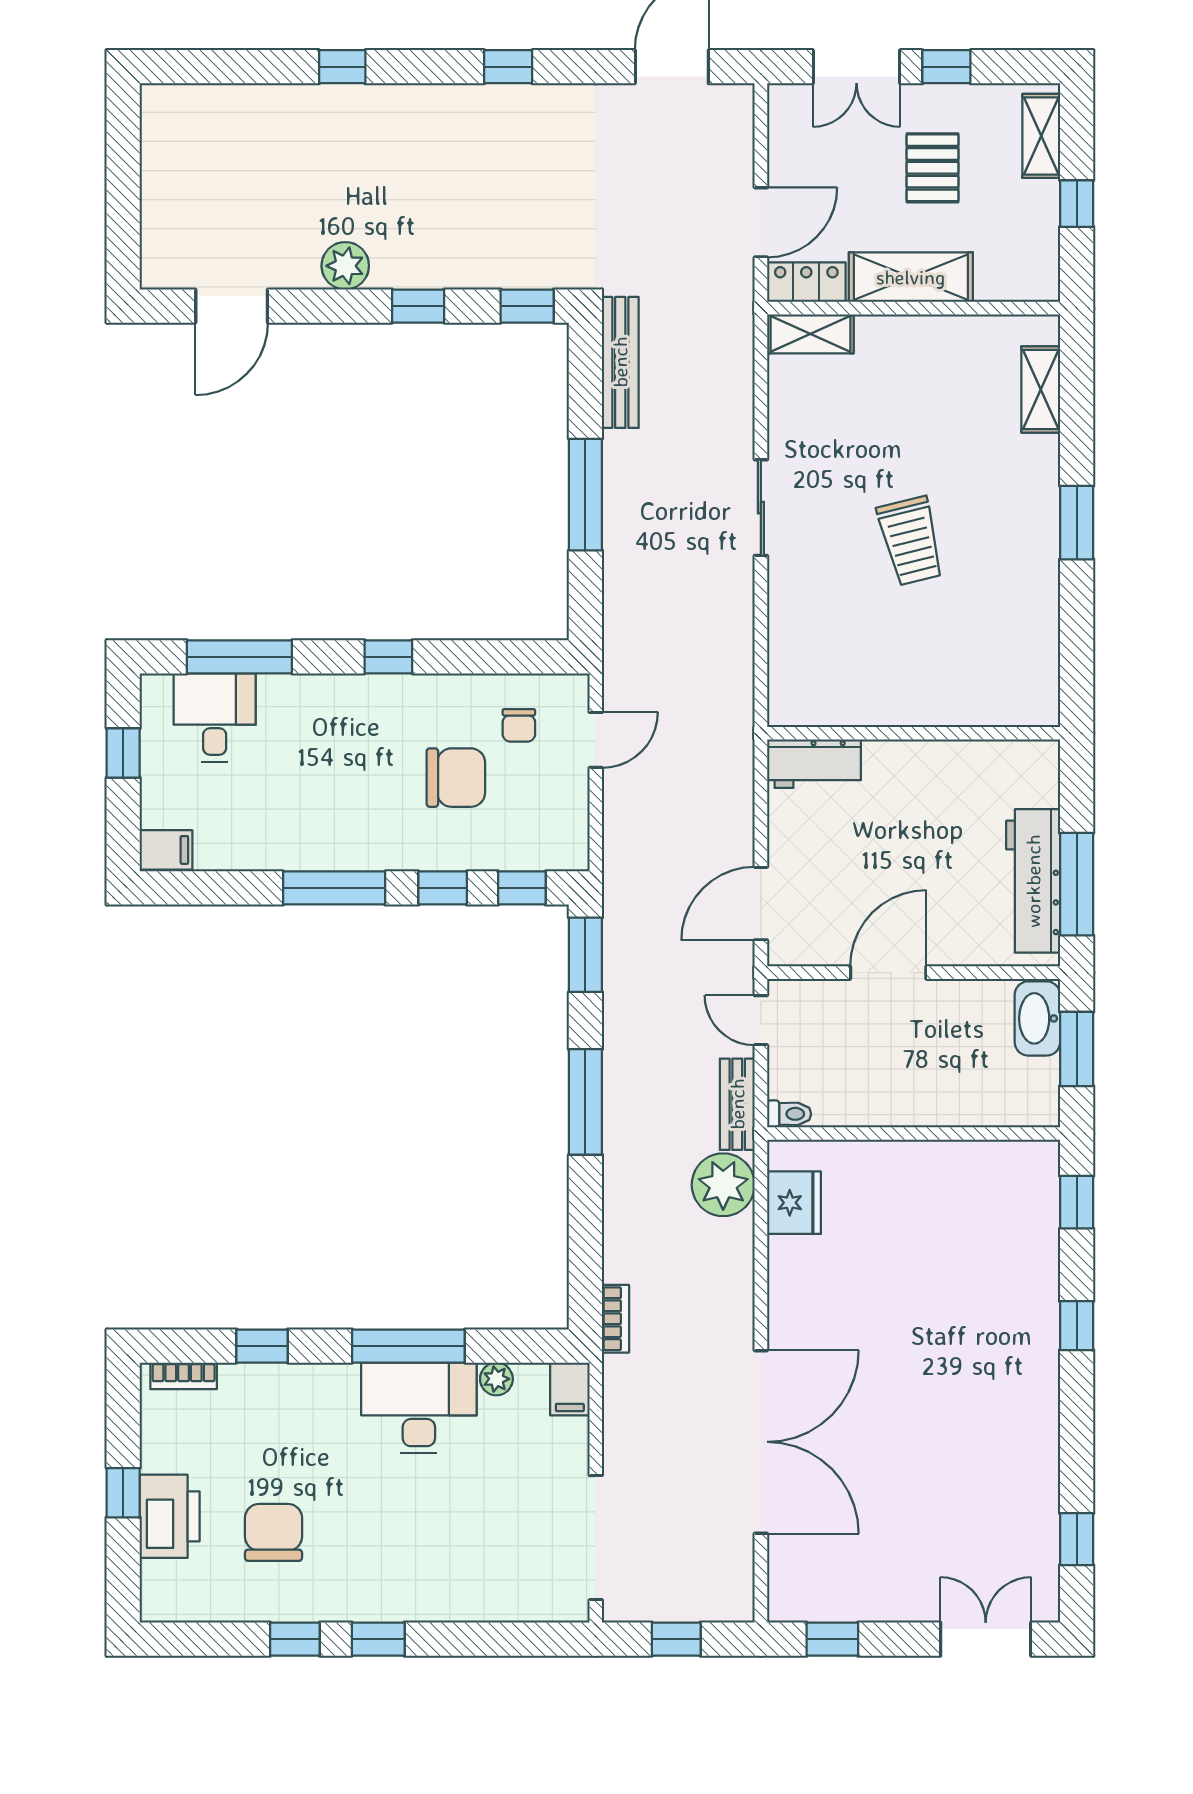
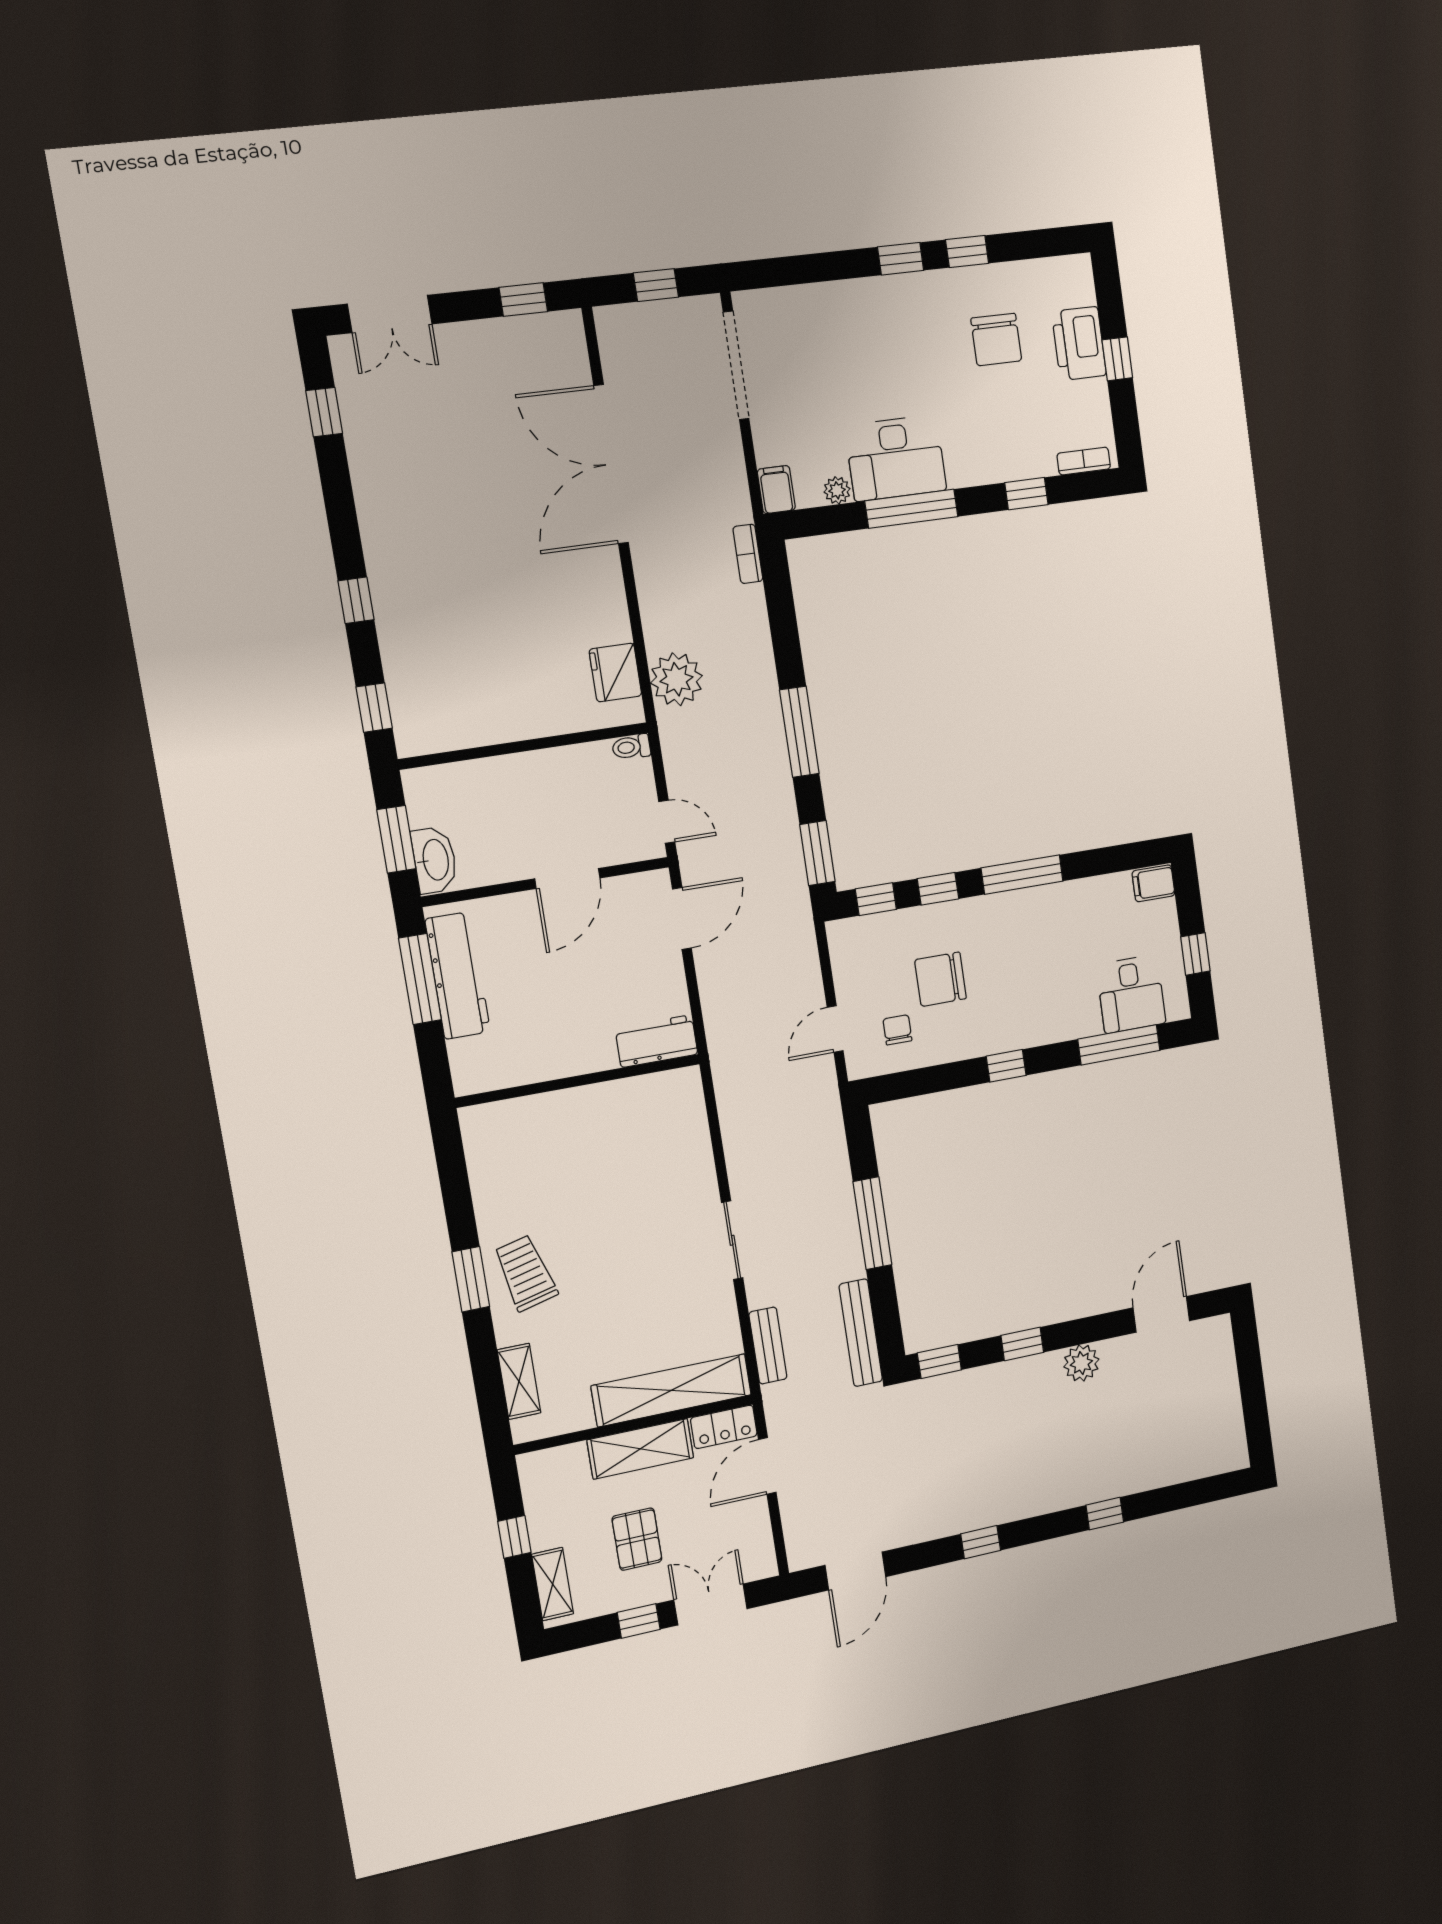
shelving: (810, 334) -> (671, 1390), width x2.20, depth x1.33
trolley: (911, 541) -> (525, 1273), moved
bench: (737, 1104) -> (768, 1346), moved

